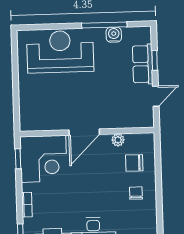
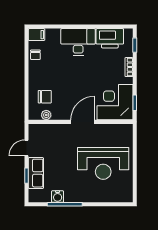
reception desk: (60, 52) -> (103, 163), moved
plant: (118, 140) -> (46, 115), moved
chair: (136, 193) -> (35, 55), moved

